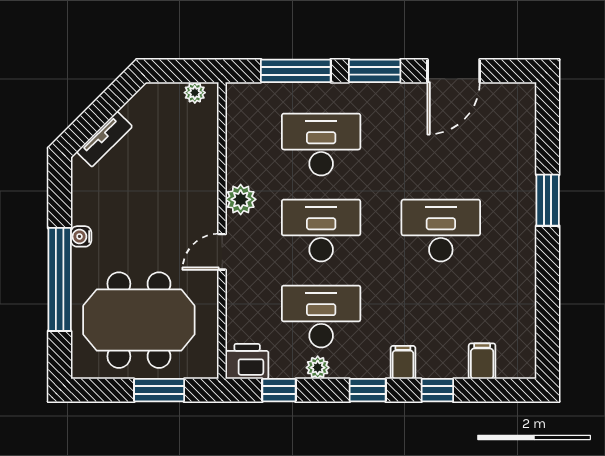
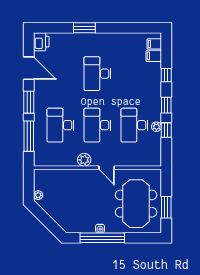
plant: (195, 93) -> (38, 195), moved
tv unit: (105, 139) -> (58, 218), removed
window: (60, 279) -> (102, 238), moved
printer: (247, 361) -> (41, 42), moved, turned 180
filing cabinet: (403, 362) -> (154, 44), moved
window: (159, 390) -> (166, 207), moved
window: (279, 390) -> (166, 130), moved

